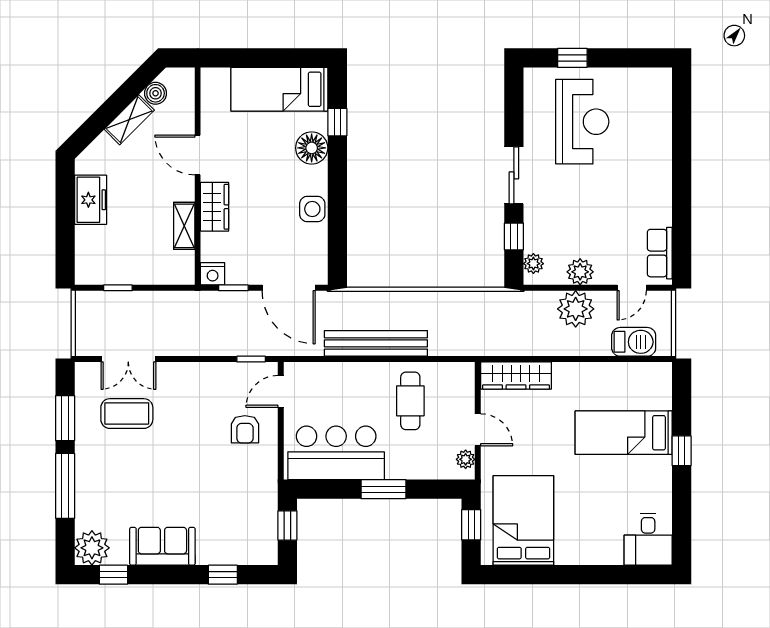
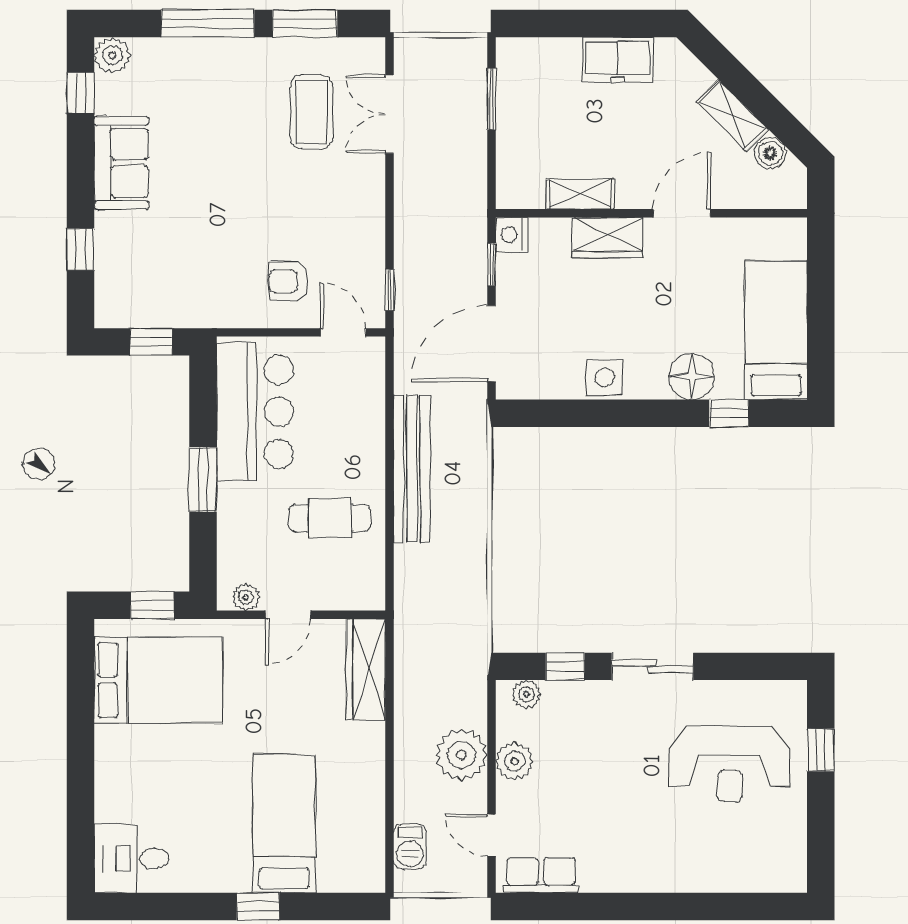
window: (118, 288) -> (491, 99), width x1.50
barbecue: (634, 342) -> (410, 847), width x0.73, depth x0.79
plant: (92, 548) -> (112, 55), width x0.73, depth x0.73

